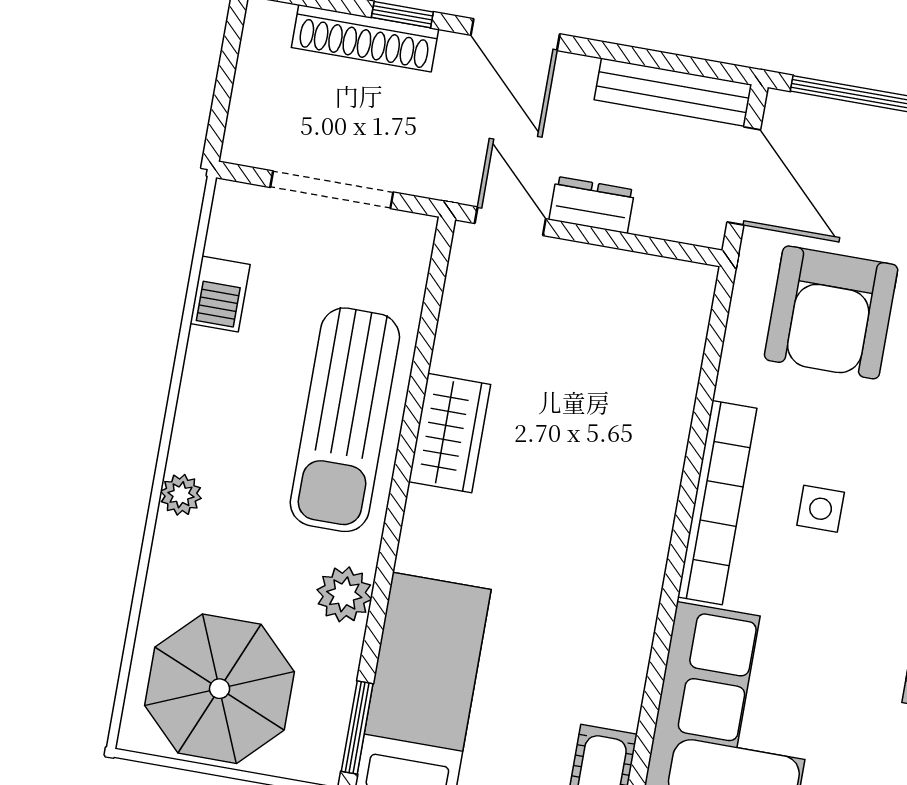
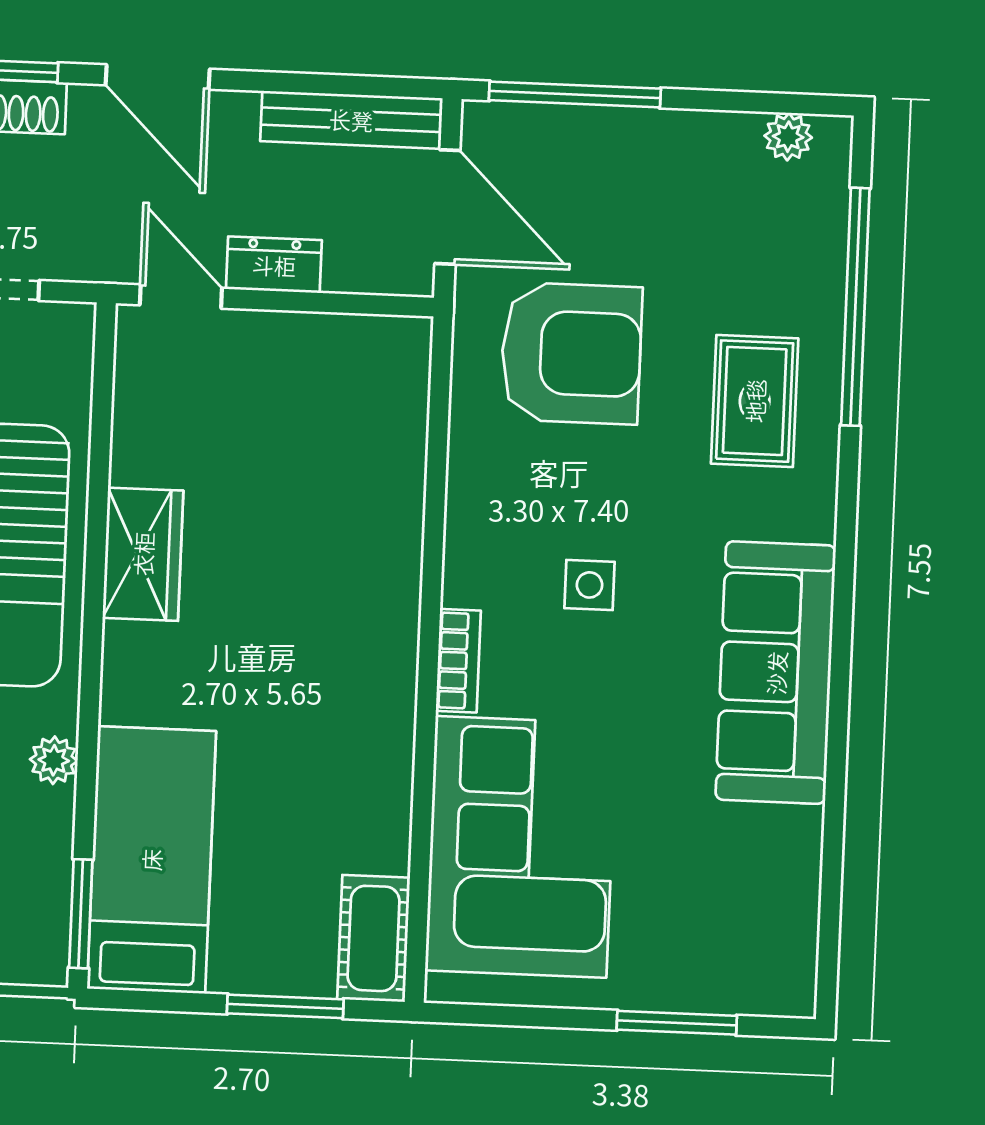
armchair: (831, 312) -> (571, 353), turned -90
bookcase: (717, 503) -> (458, 661), width x0.43, depth x0.76
plant: (344, 594) -> (54, 760), width x0.73, depth x0.73

